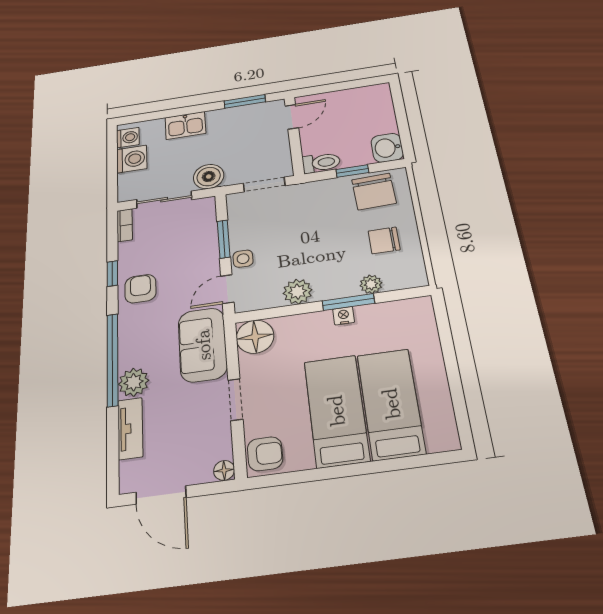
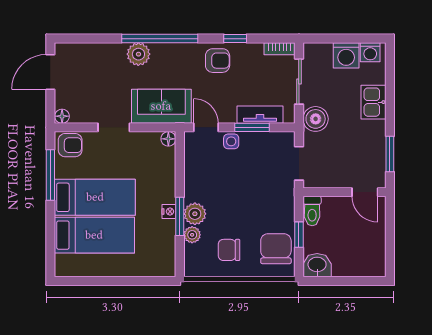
chair: (374, 191) -> (276, 249), turned 92
chair: (384, 240) -> (229, 250), turned -90
plant: (297, 292) -> (195, 214), moved
floor lamp: (255, 337) -> (168, 139), width x0.53, depth x0.53
tv unit: (130, 428) -> (260, 115), moved, turned 180
armchair: (265, 454) -> (70, 145), turned -90
window: (311, 475) -> (50, 175), added

